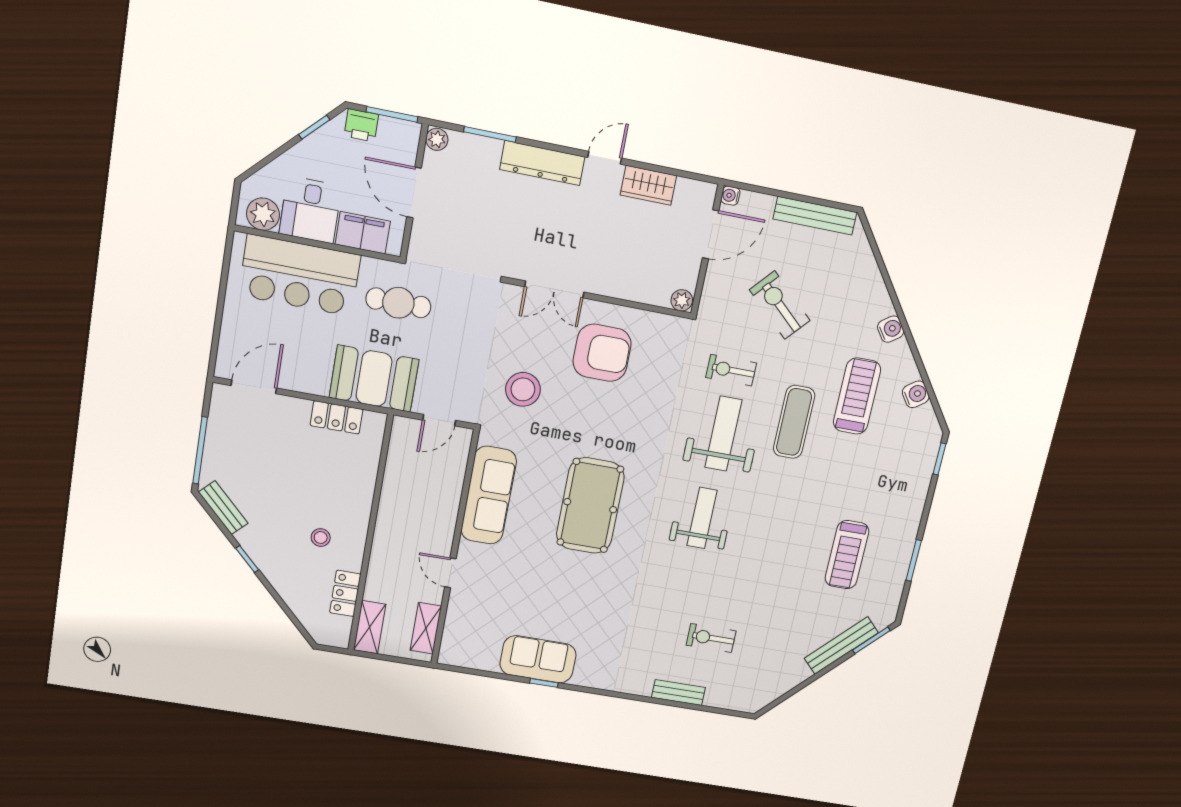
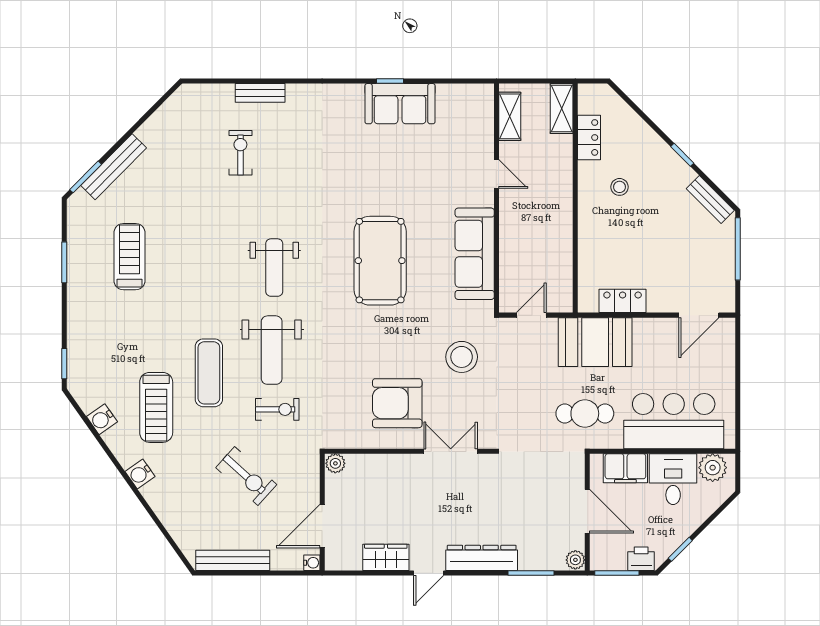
exercise bike: (711, 638) -> (240, 153), turned -90

